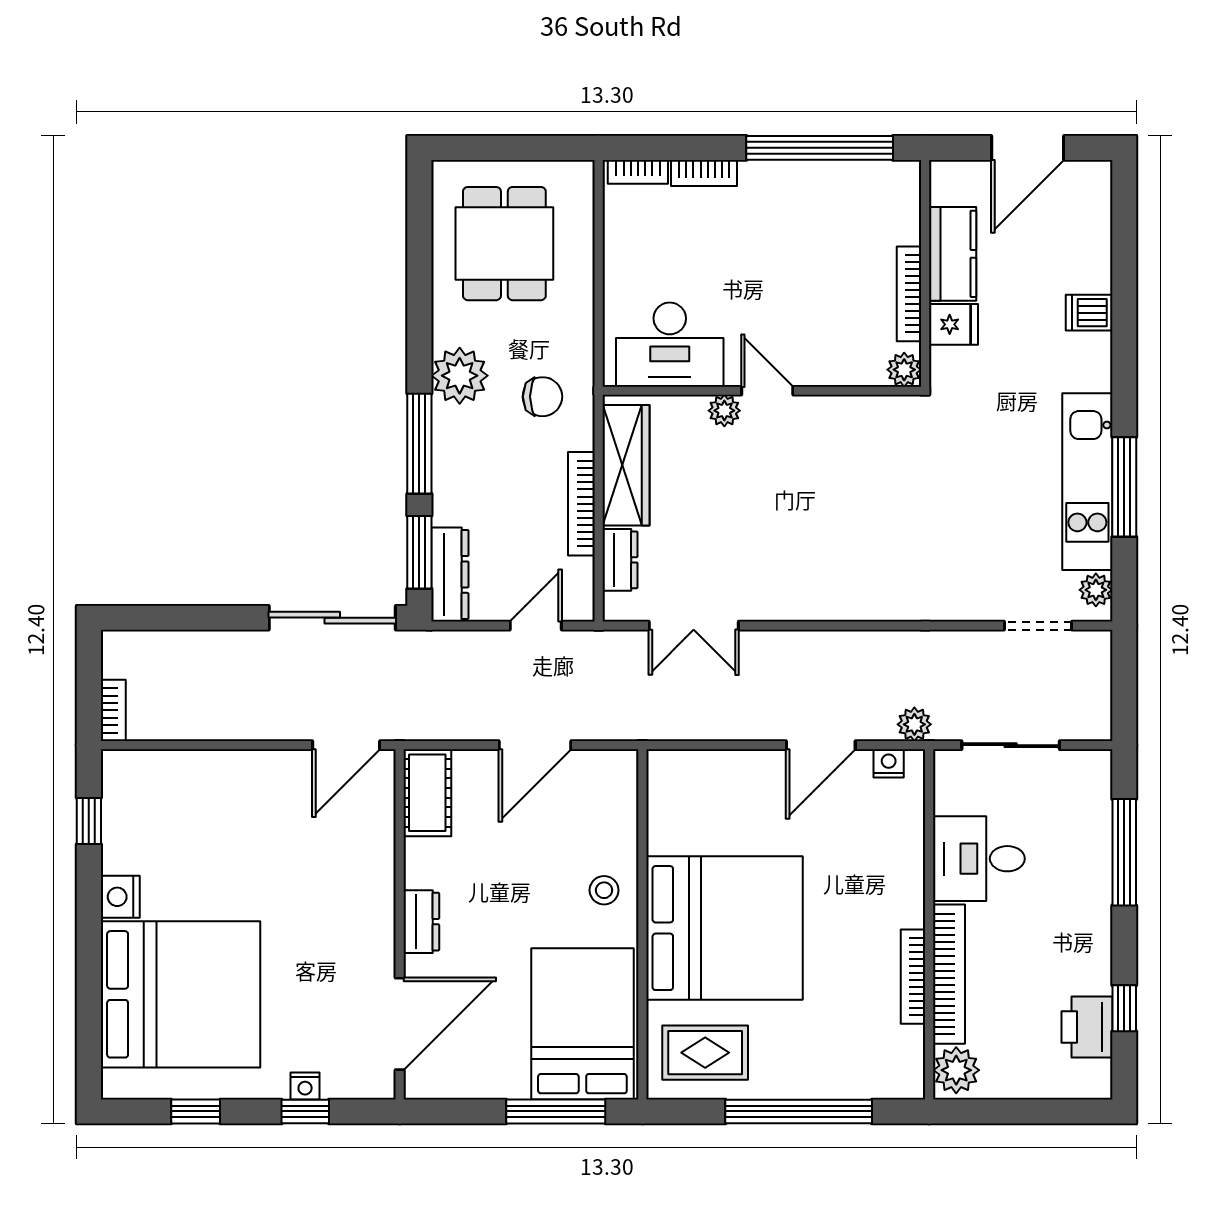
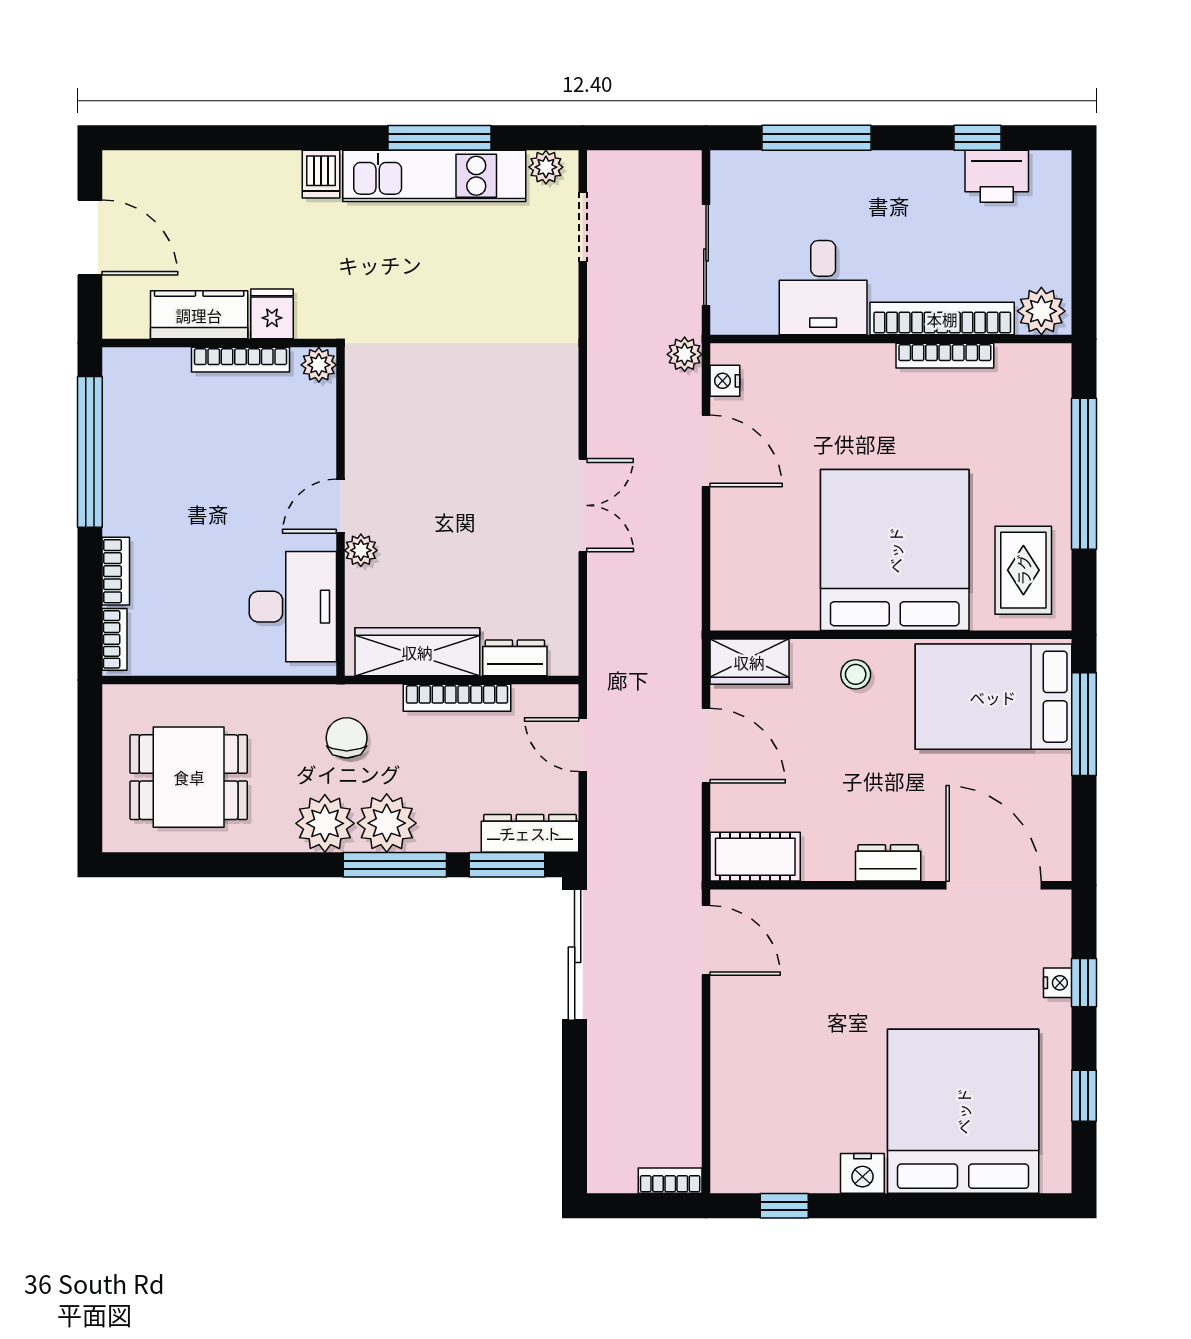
dishwasher: (1089, 313) -> (321, 174), moved
plant: (460, 436) -> (387, 823), added
double door: (694, 626) -> (583, 505), moved
wardrobe: (616, 787) -> (749, 662), added

